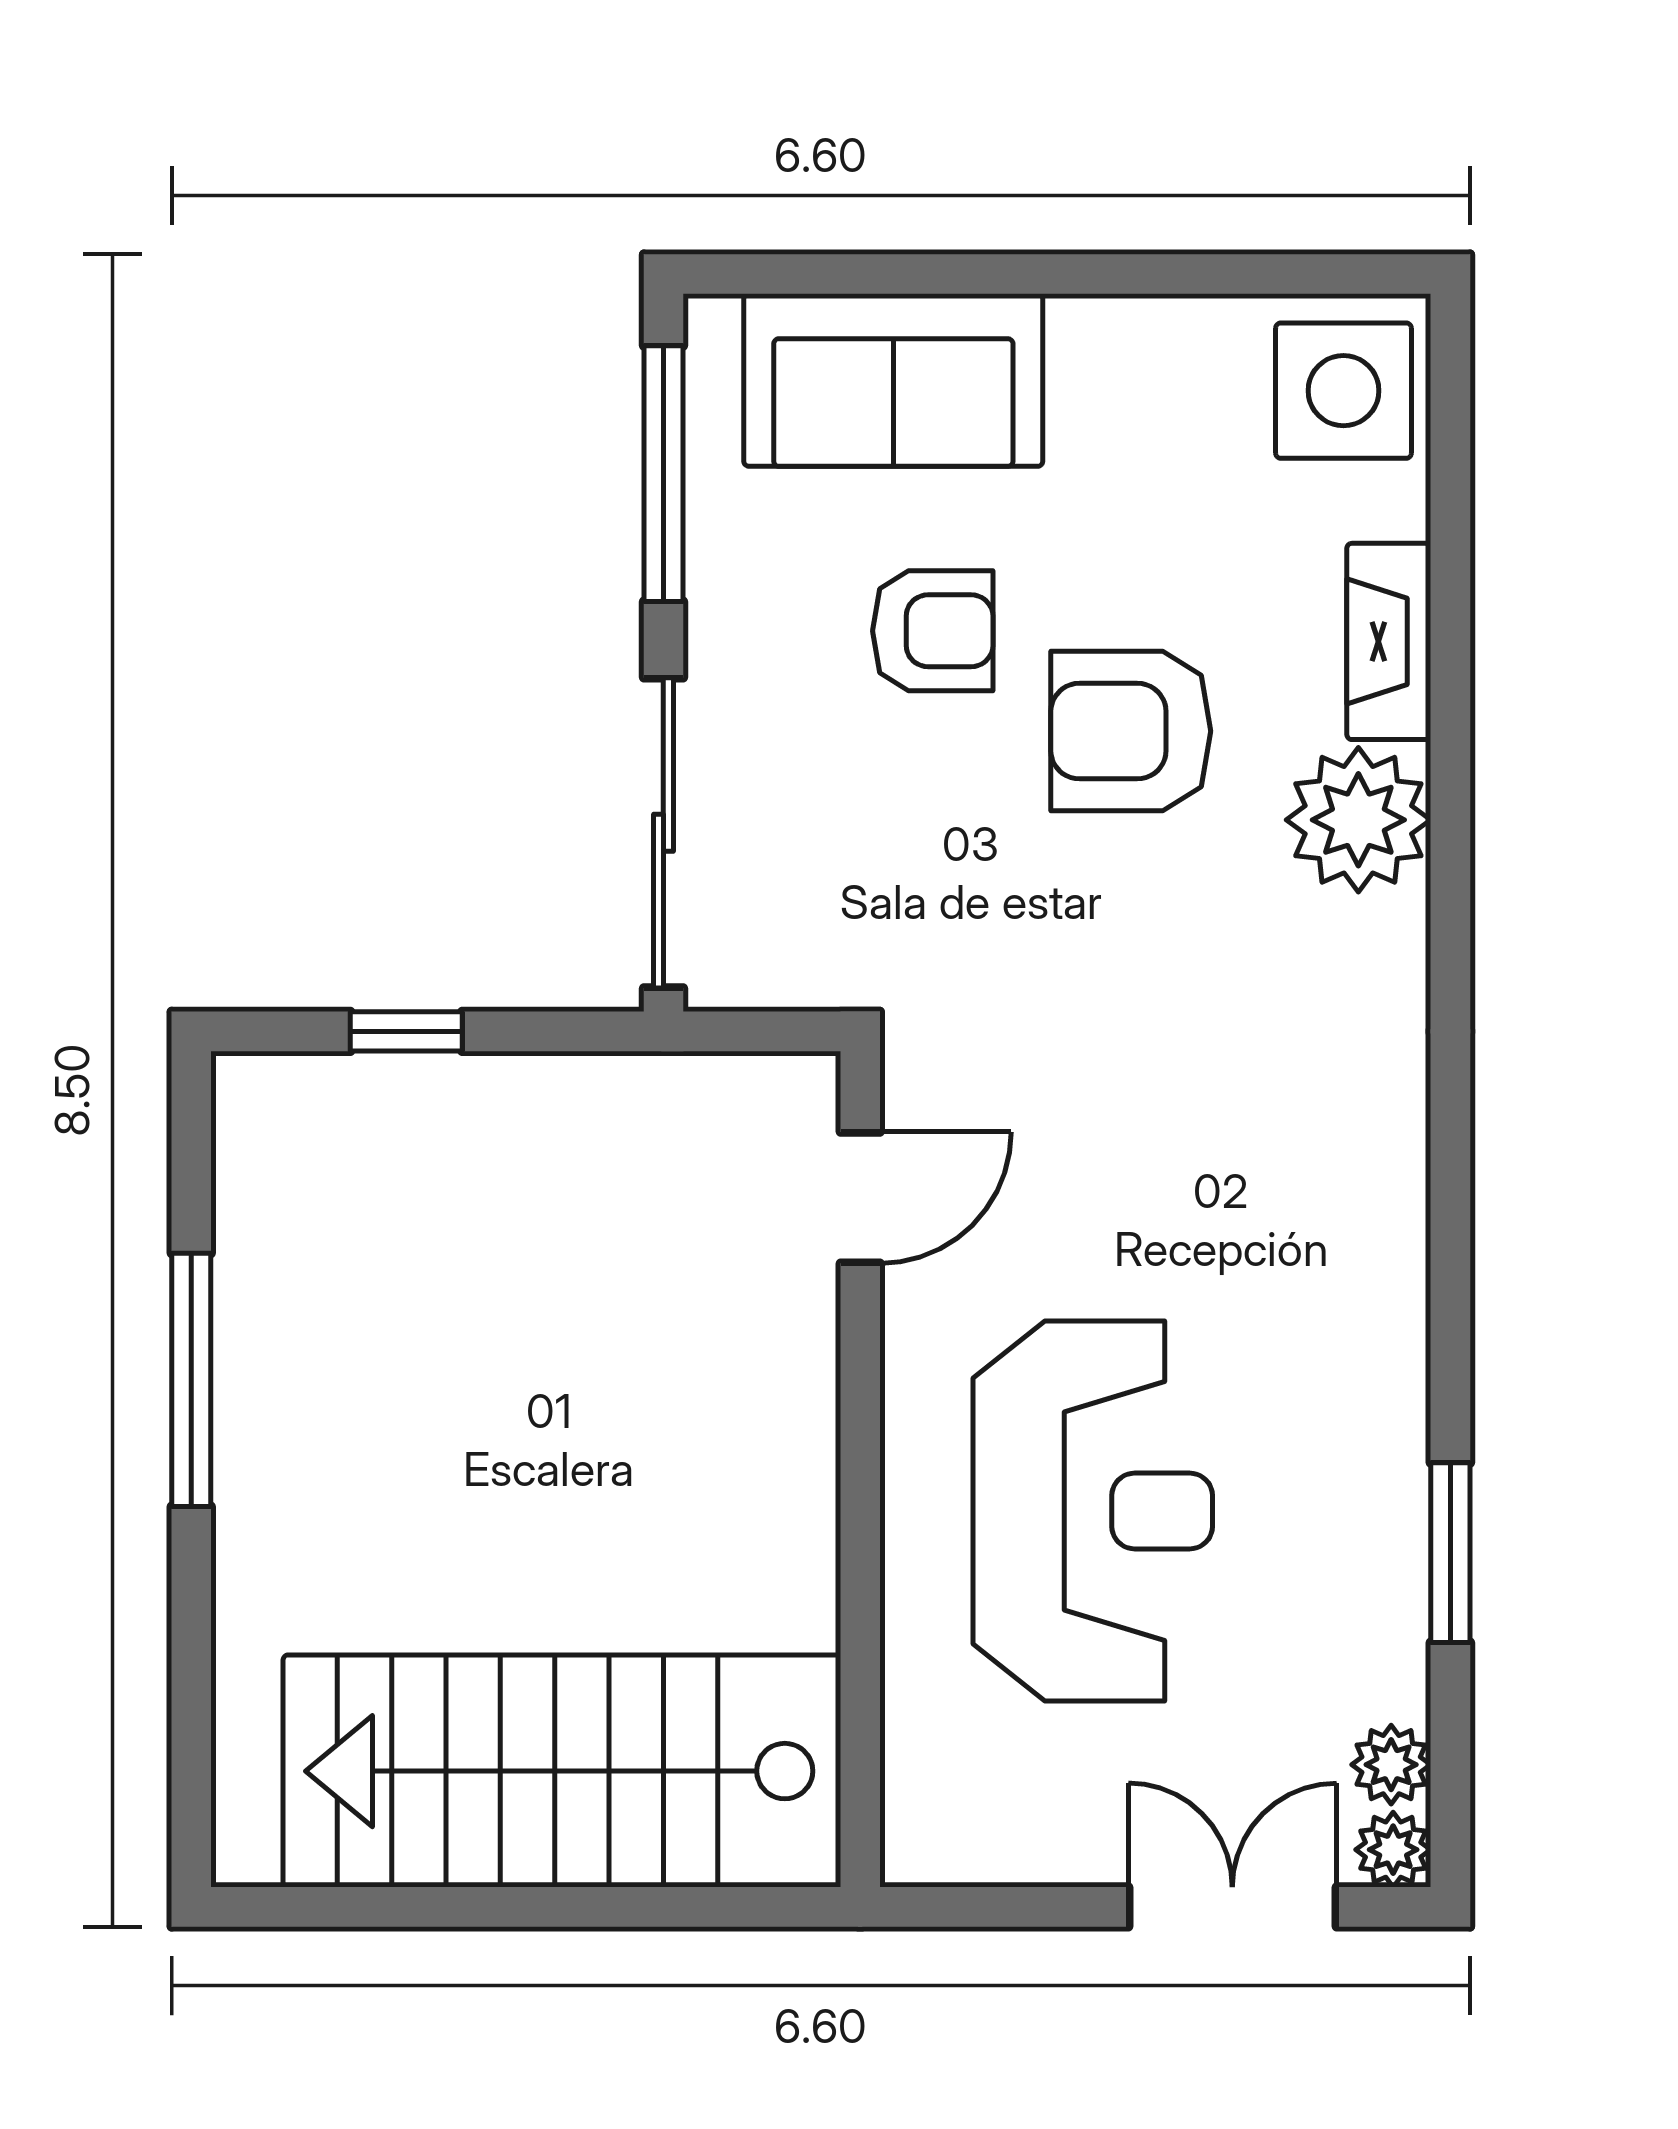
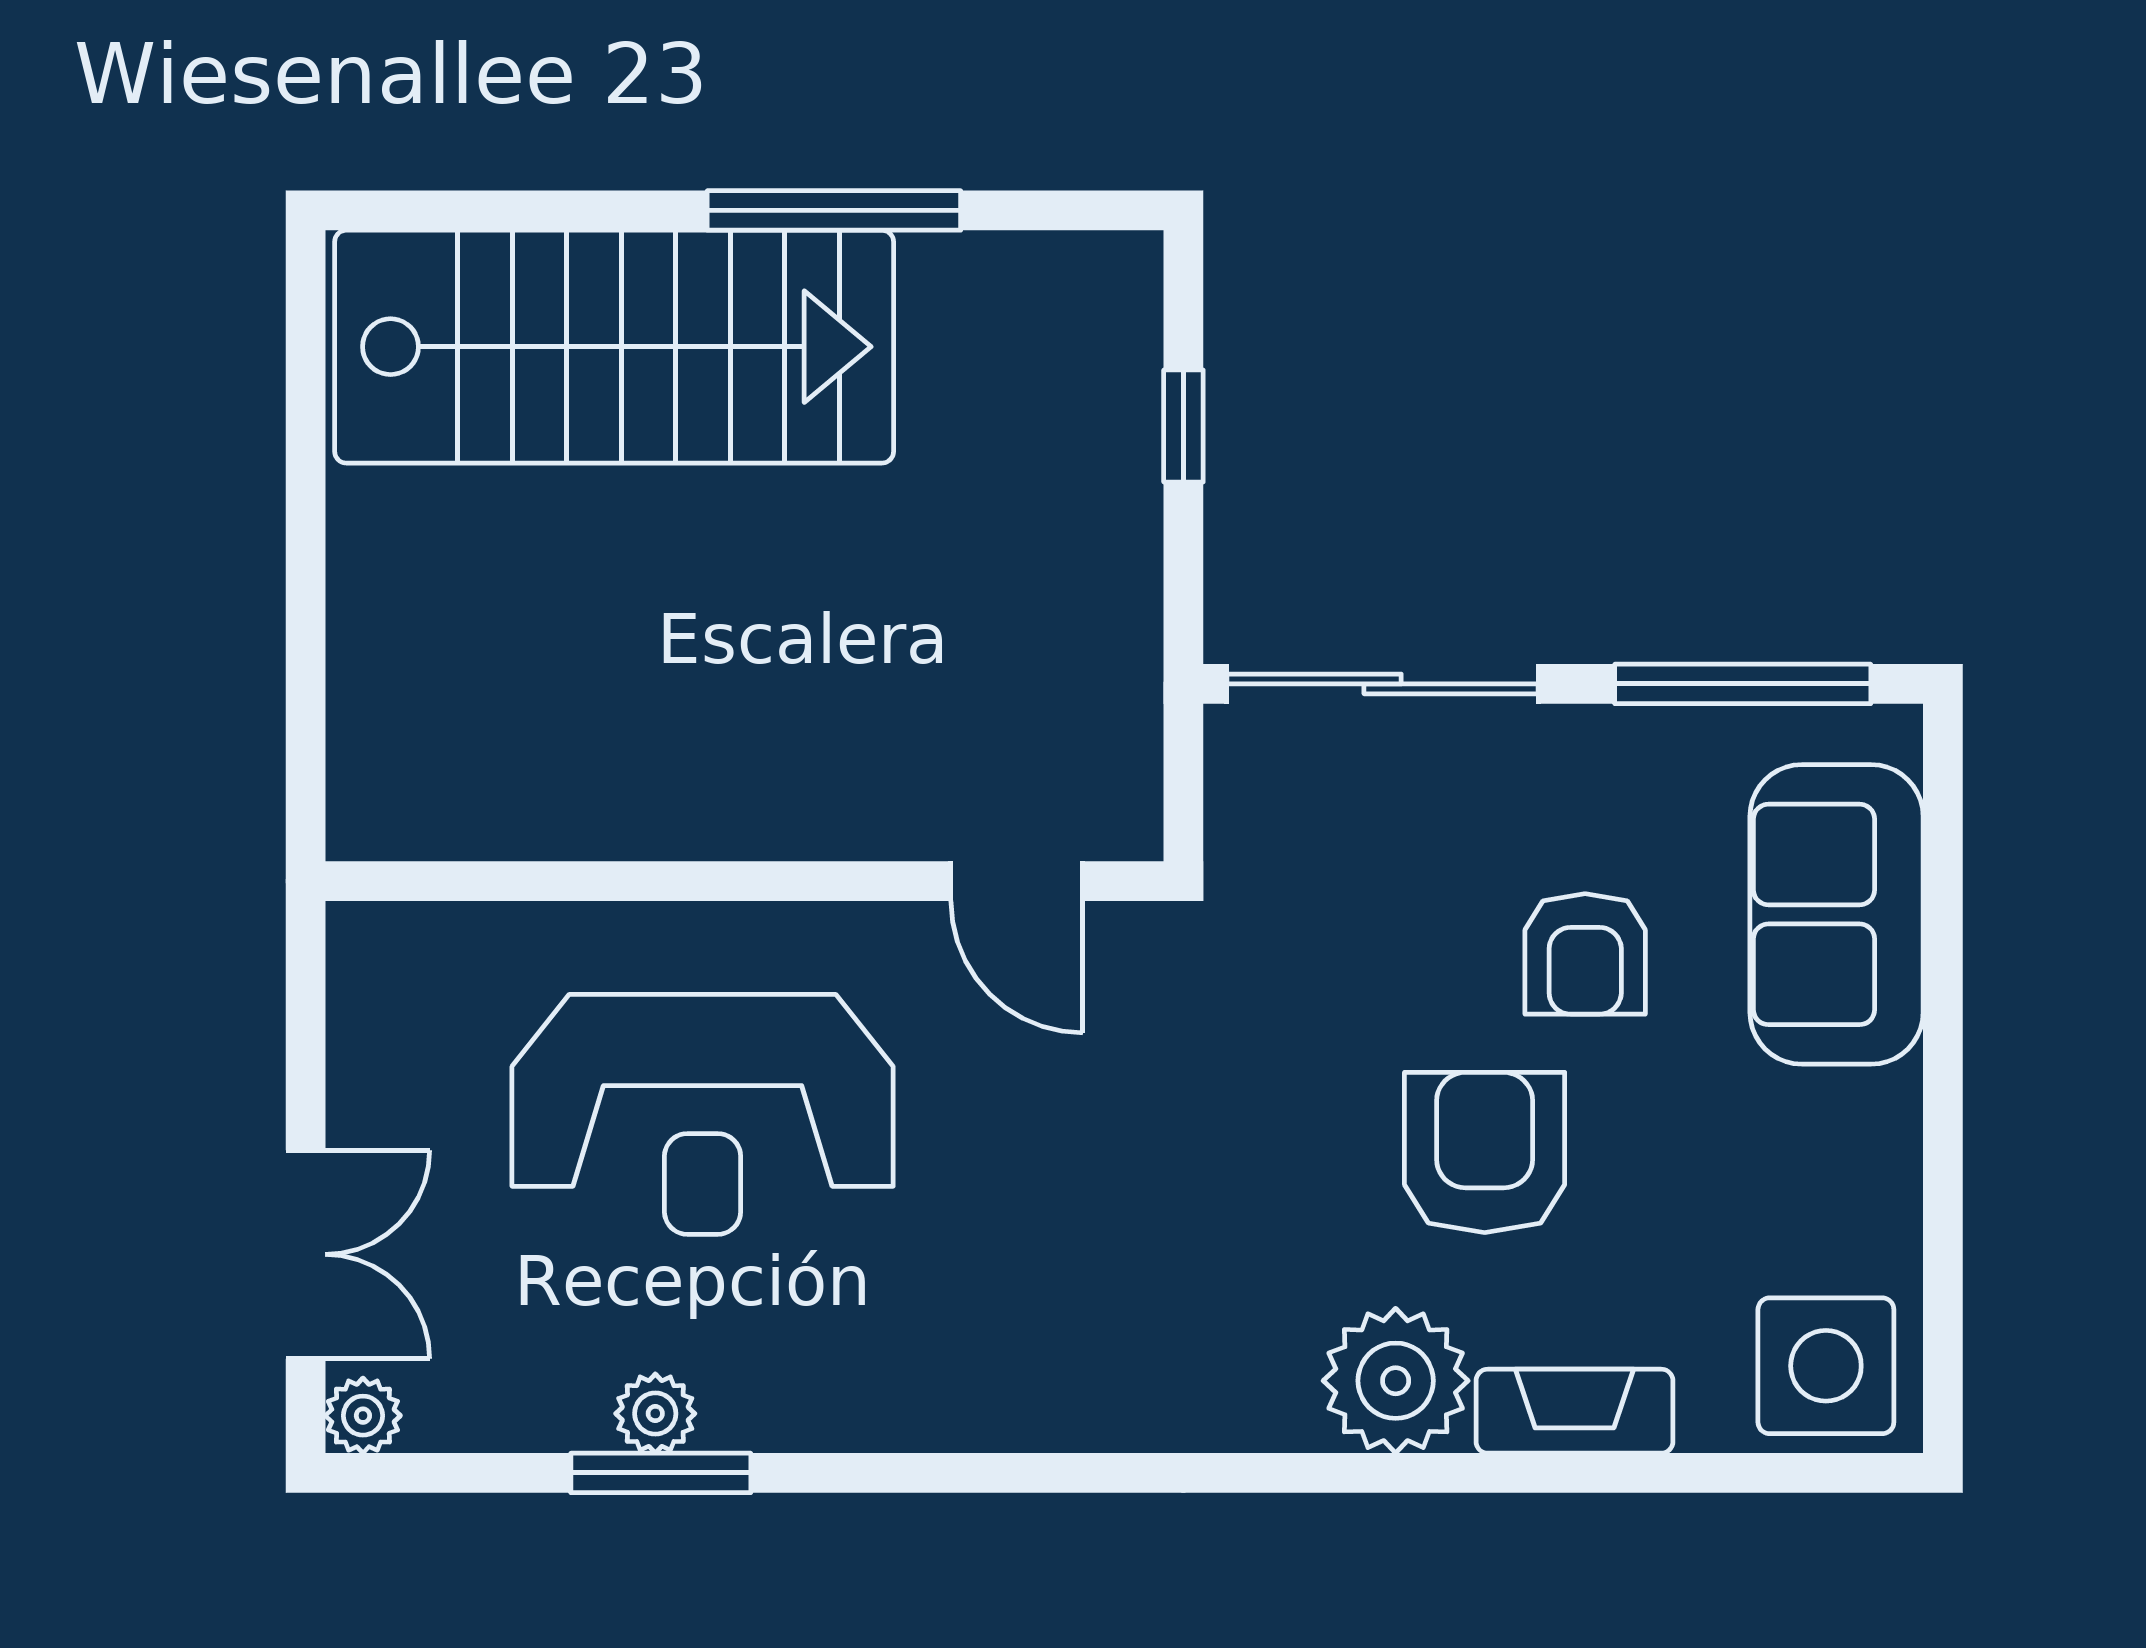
plant: (1391, 1765) -> (655, 1414), moved
stairs: (562, 1771) -> (614, 347), moved, turned 90

